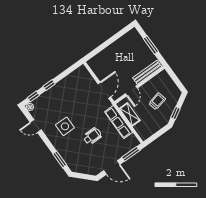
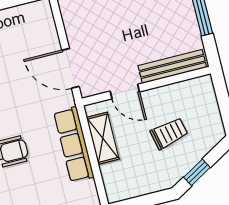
door: (104, 90) -> (70, 68), swing flipped
door: (131, 91) -> (125, 91), hinge flipped

